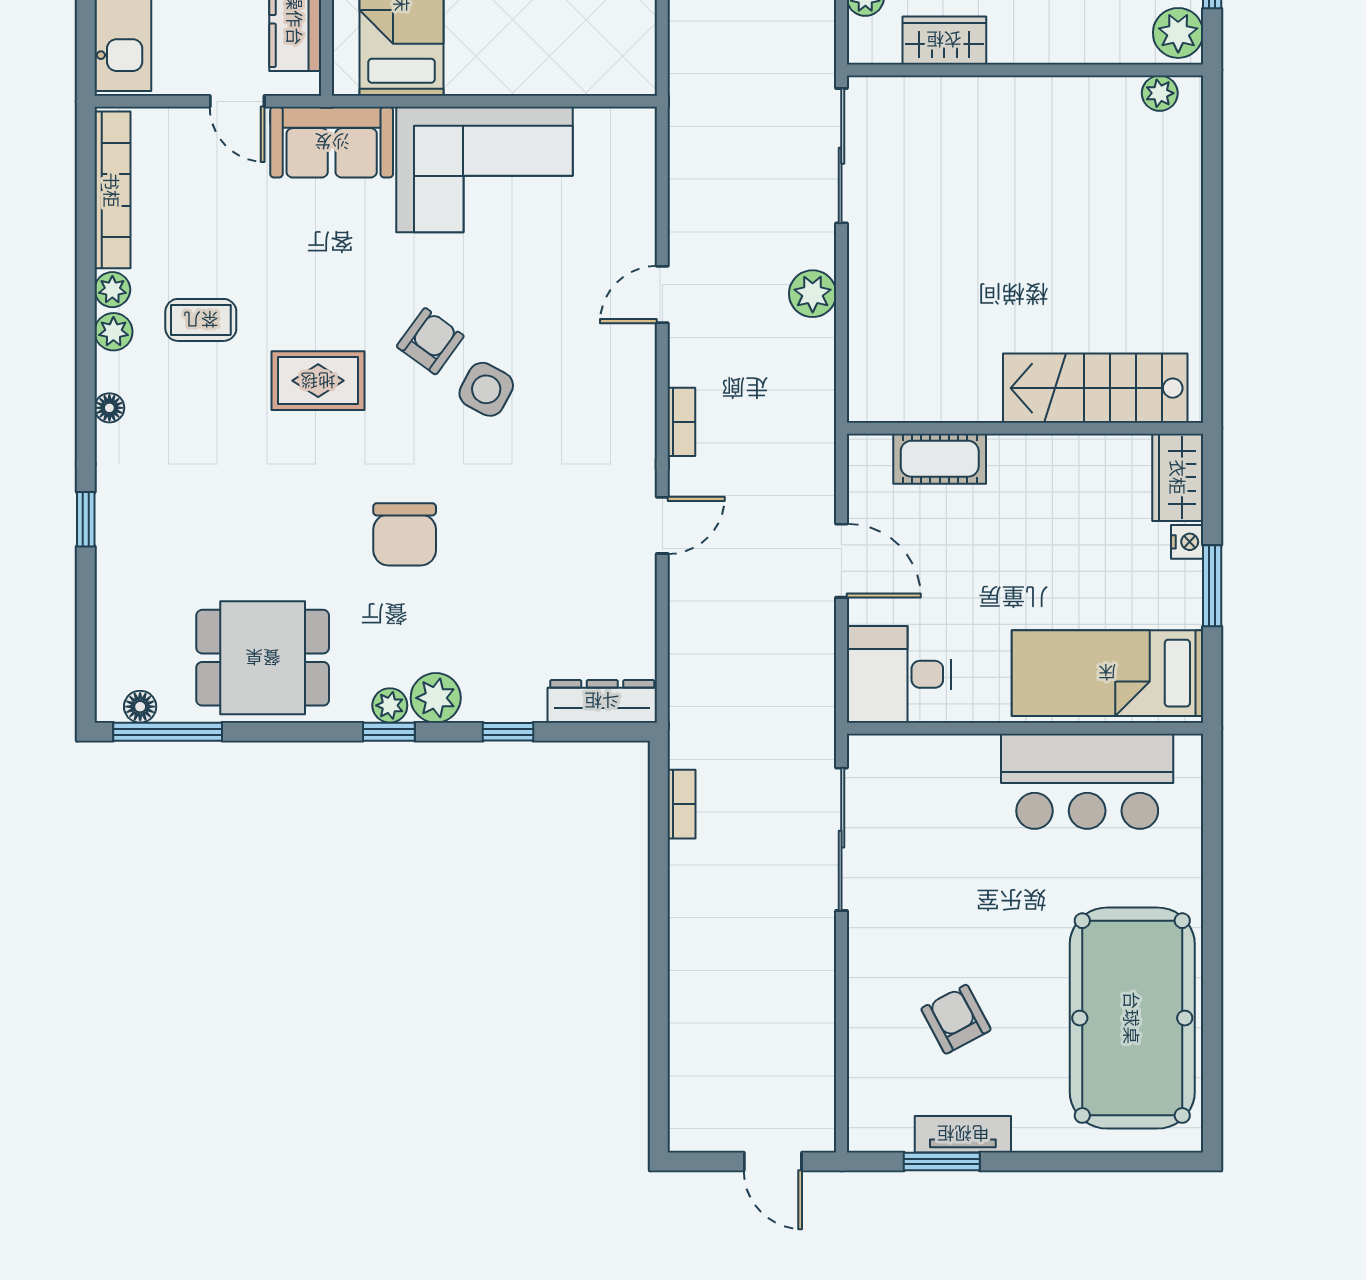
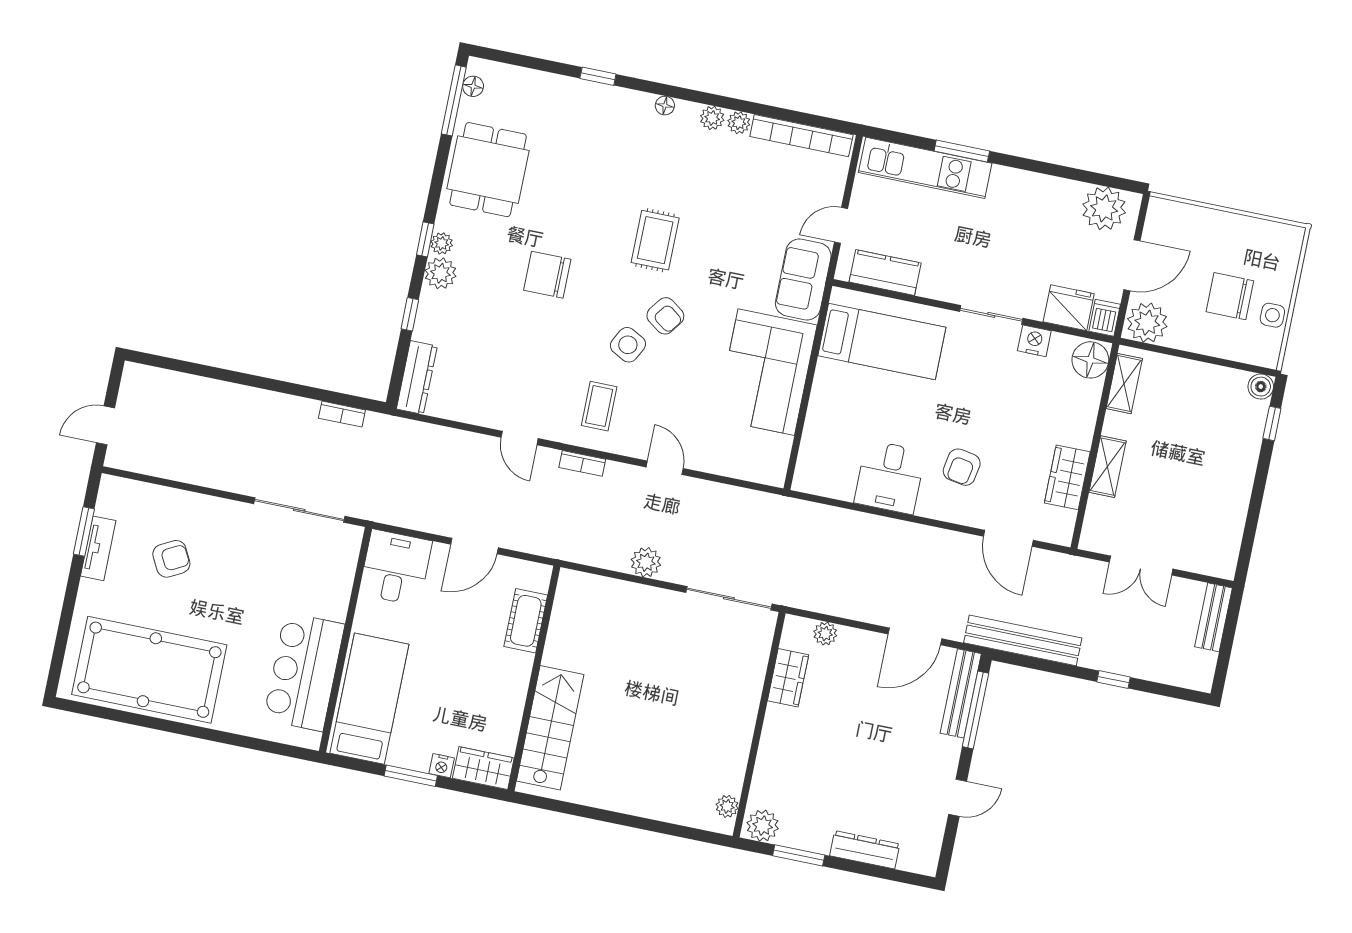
coffee table: (201, 320) -> (599, 406), moved

